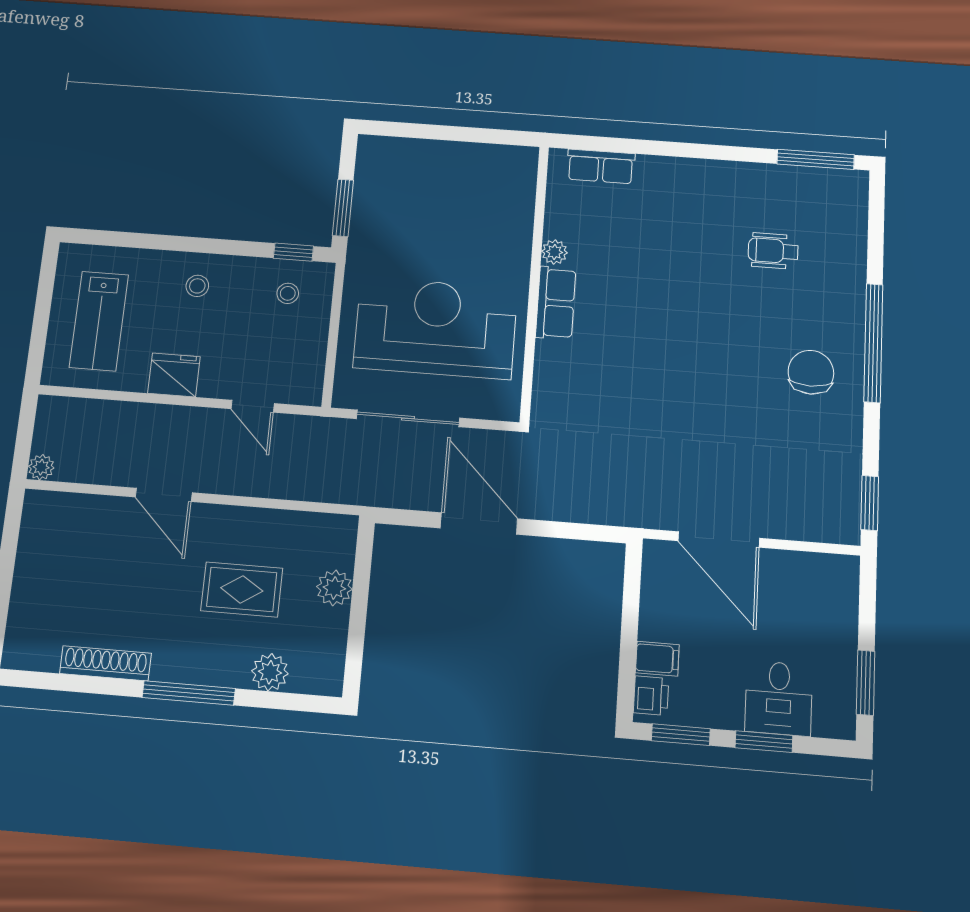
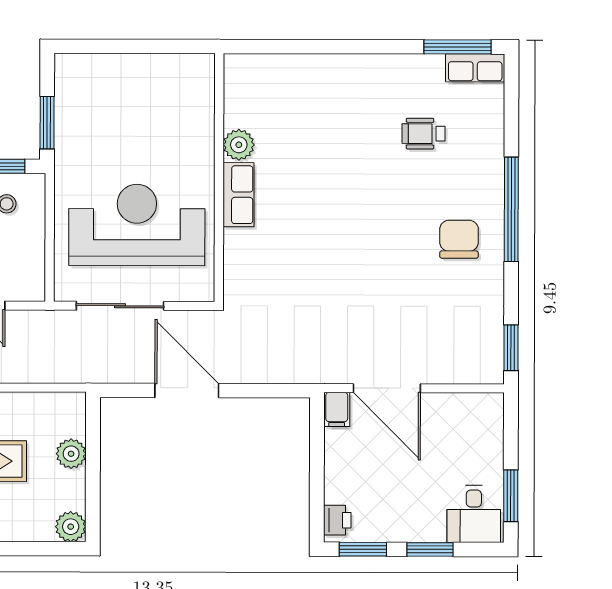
row of seats: (601, 166) -> (475, 68), moved
plant: (554, 252) -> (239, 145), width x1.38, depth x1.38
filing cabinet: (657, 659) -> (337, 409), moved, turned 90
plant: (270, 672) -> (71, 527), moved
desk: (779, 698) -> (474, 514), moved

